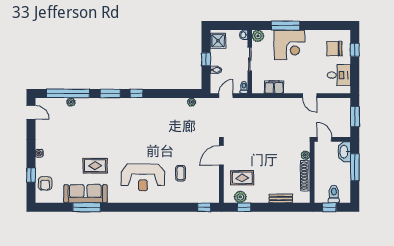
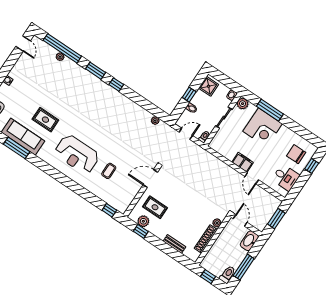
filing cabinet: (274, 87) -> (243, 162), moved
window: (355, 167) -> (244, 267), moved
toilet: (334, 194) -> (228, 274), moved

